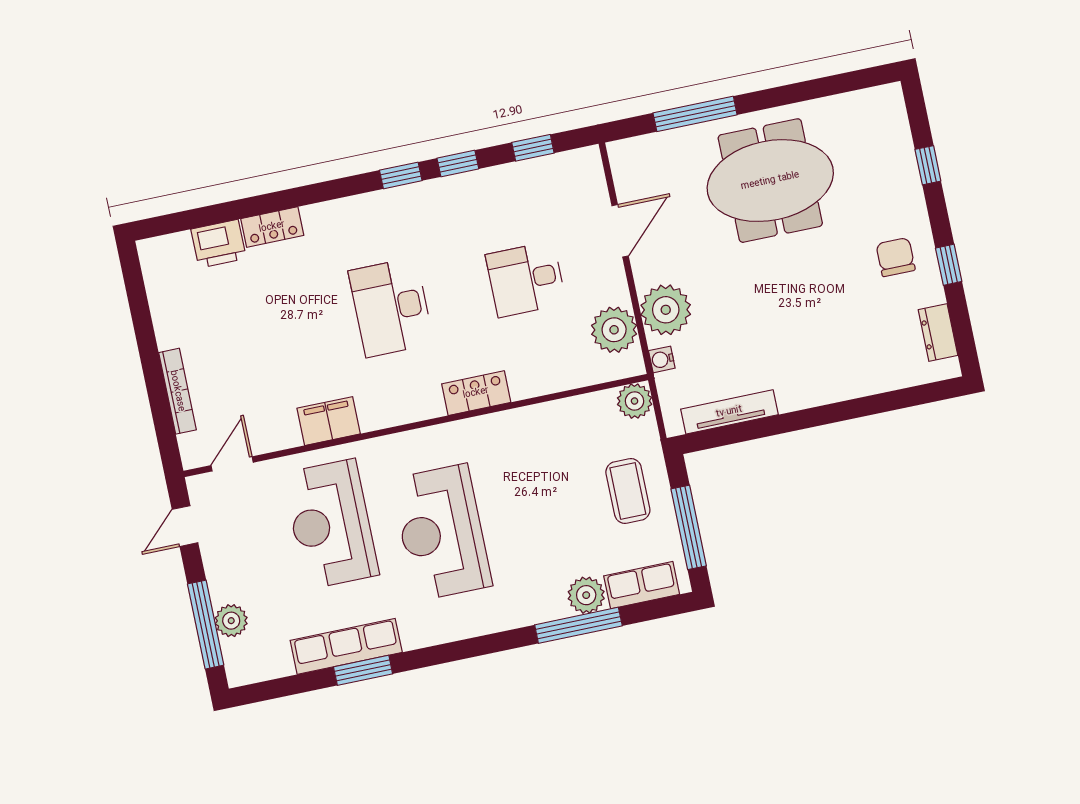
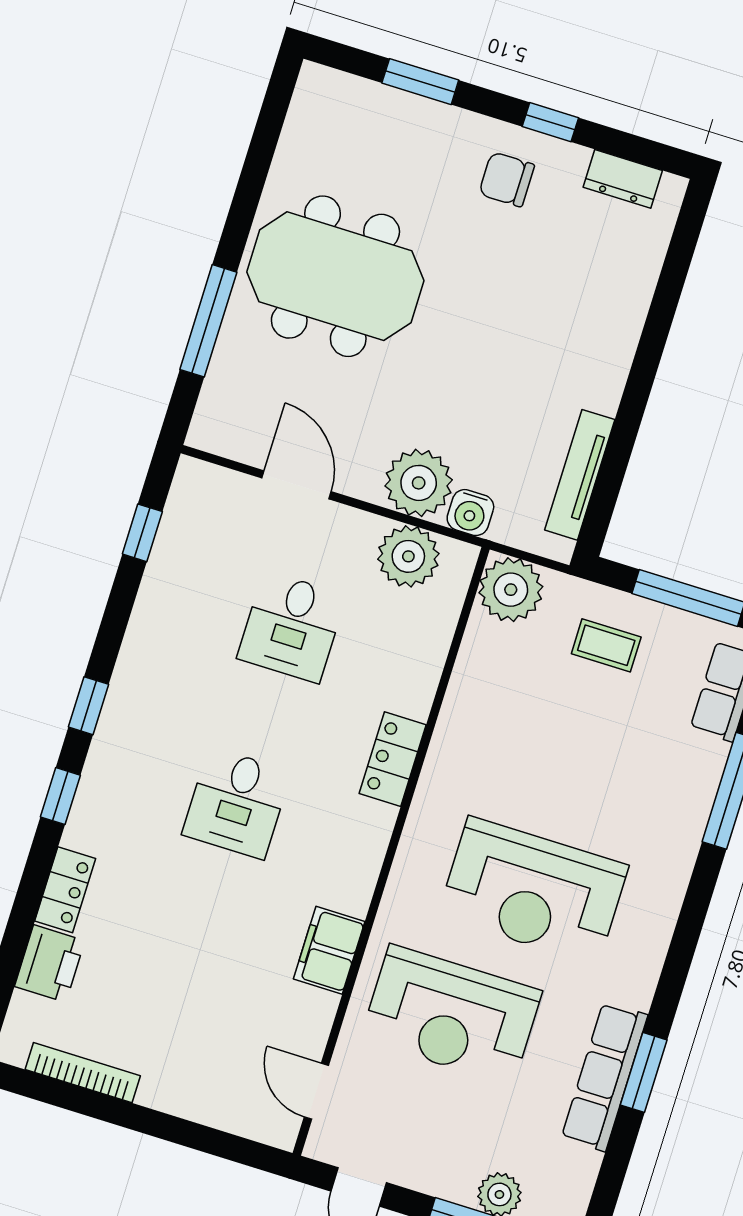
window: (458, 163) -> (60, 796), moved
window: (928, 165) -> (420, 82), width x1.50
meeting table: (770, 181) -> (335, 276), turned 90
desk: (391, 307) -> (237, 803), width x0.73
water cooler: (662, 359) -> (470, 513), width x1.38, depth x1.38
bookcase: (177, 391) -> (83, 1073), moved
plant: (635, 401) -> (511, 590), width x1.36, depth x1.36
coffee table: (628, 491) -> (606, 645), width x0.73, depth x0.77
plant: (586, 595) -> (701, 762), removed

